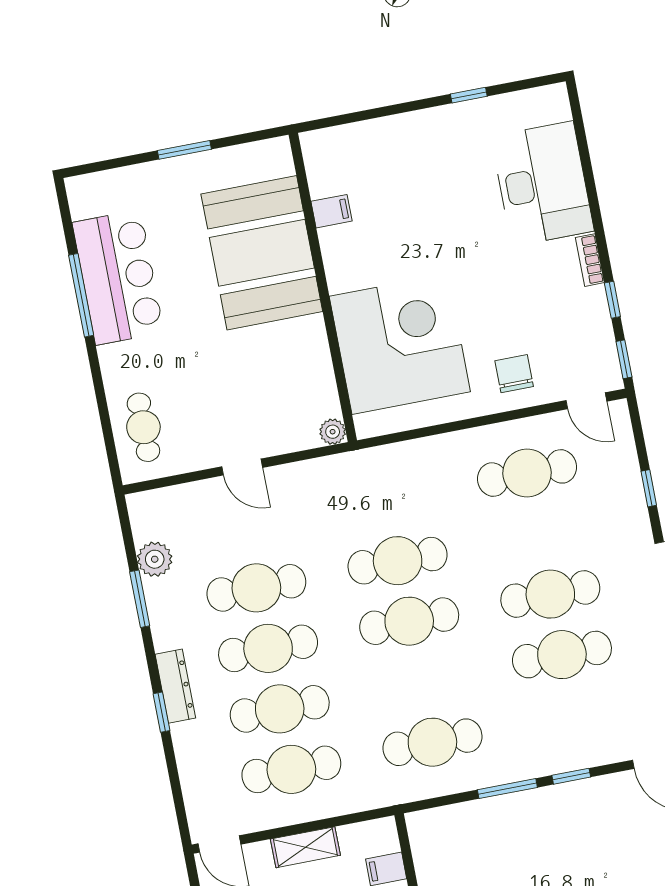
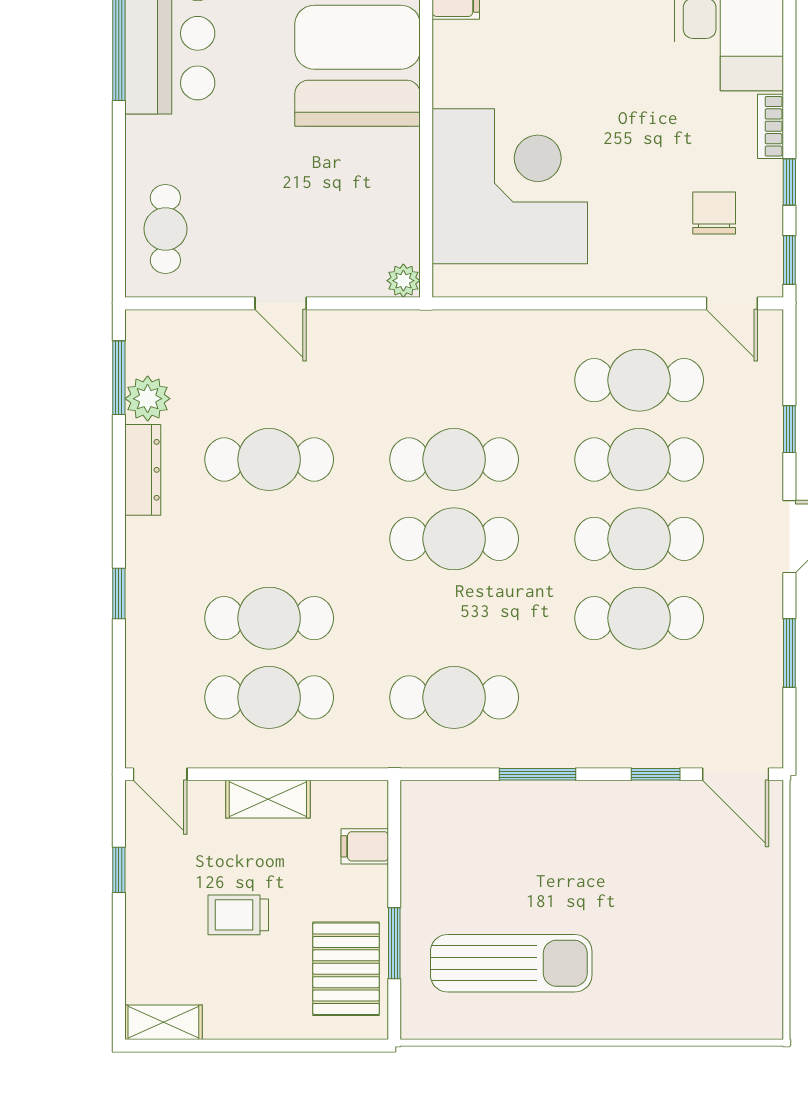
chair: (514, 374) -> (714, 213), moved
window: (140, 599) -> (119, 378), moved
cafe table: (268, 648) -> (639, 459), moved
dresser: (175, 686) -> (143, 470), moved
window: (571, 776) -> (656, 774), moved

